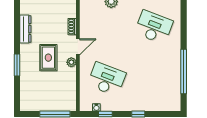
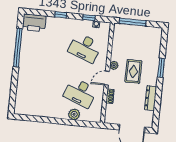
desk: (154, 27) -> (80, 93), moved
printer: (168, 102) -> (34, 23), added

